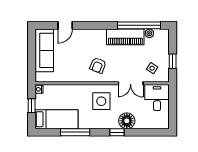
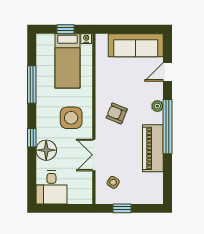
door: (65, 25) -> (168, 72), hinge flipped
window: (139, 25) -> (168, 127), moved
plant: (149, 33) -> (157, 106), moved
desk: (157, 98) -> (51, 187), moved, turned 90
bed: (56, 119) -> (67, 61), moved

